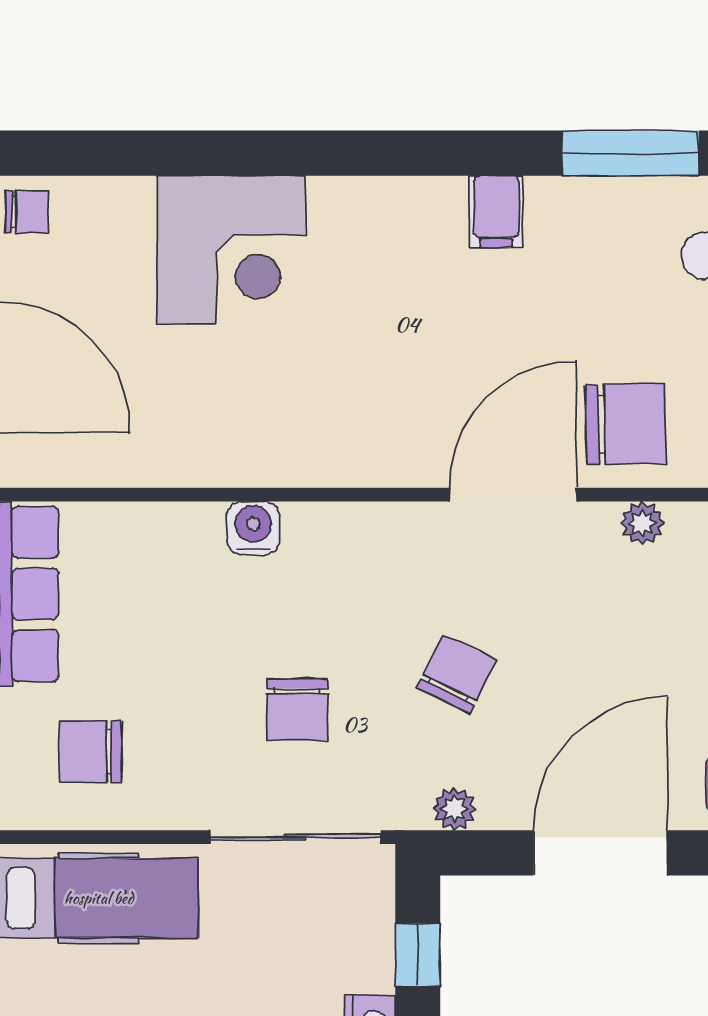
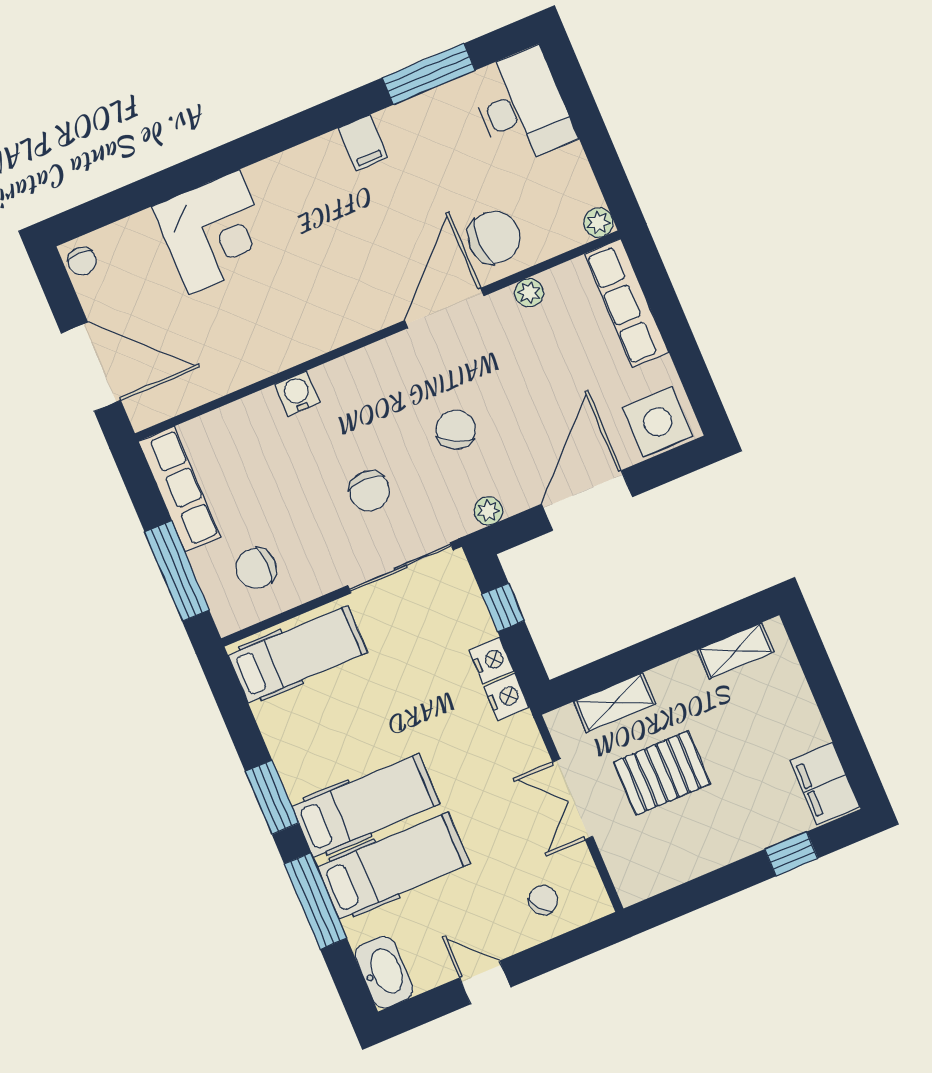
chair: (27, 212) -> (82, 261), turned 90

